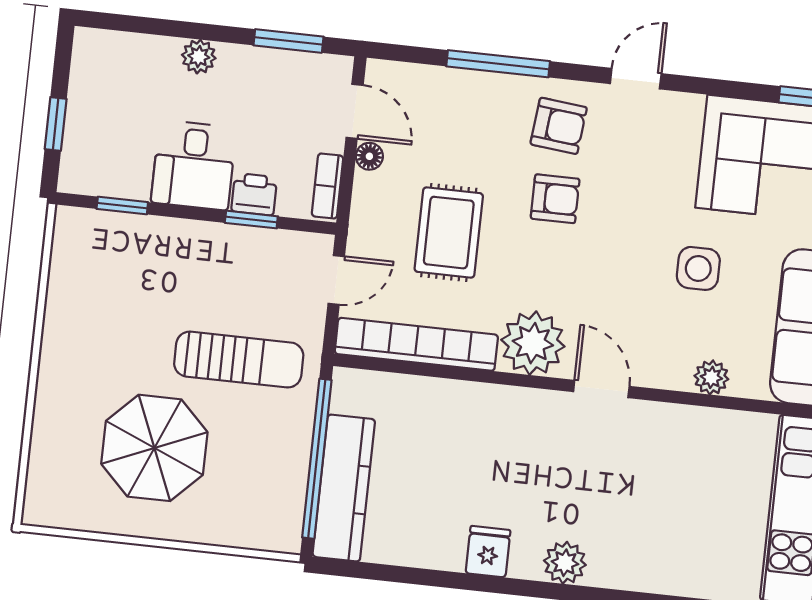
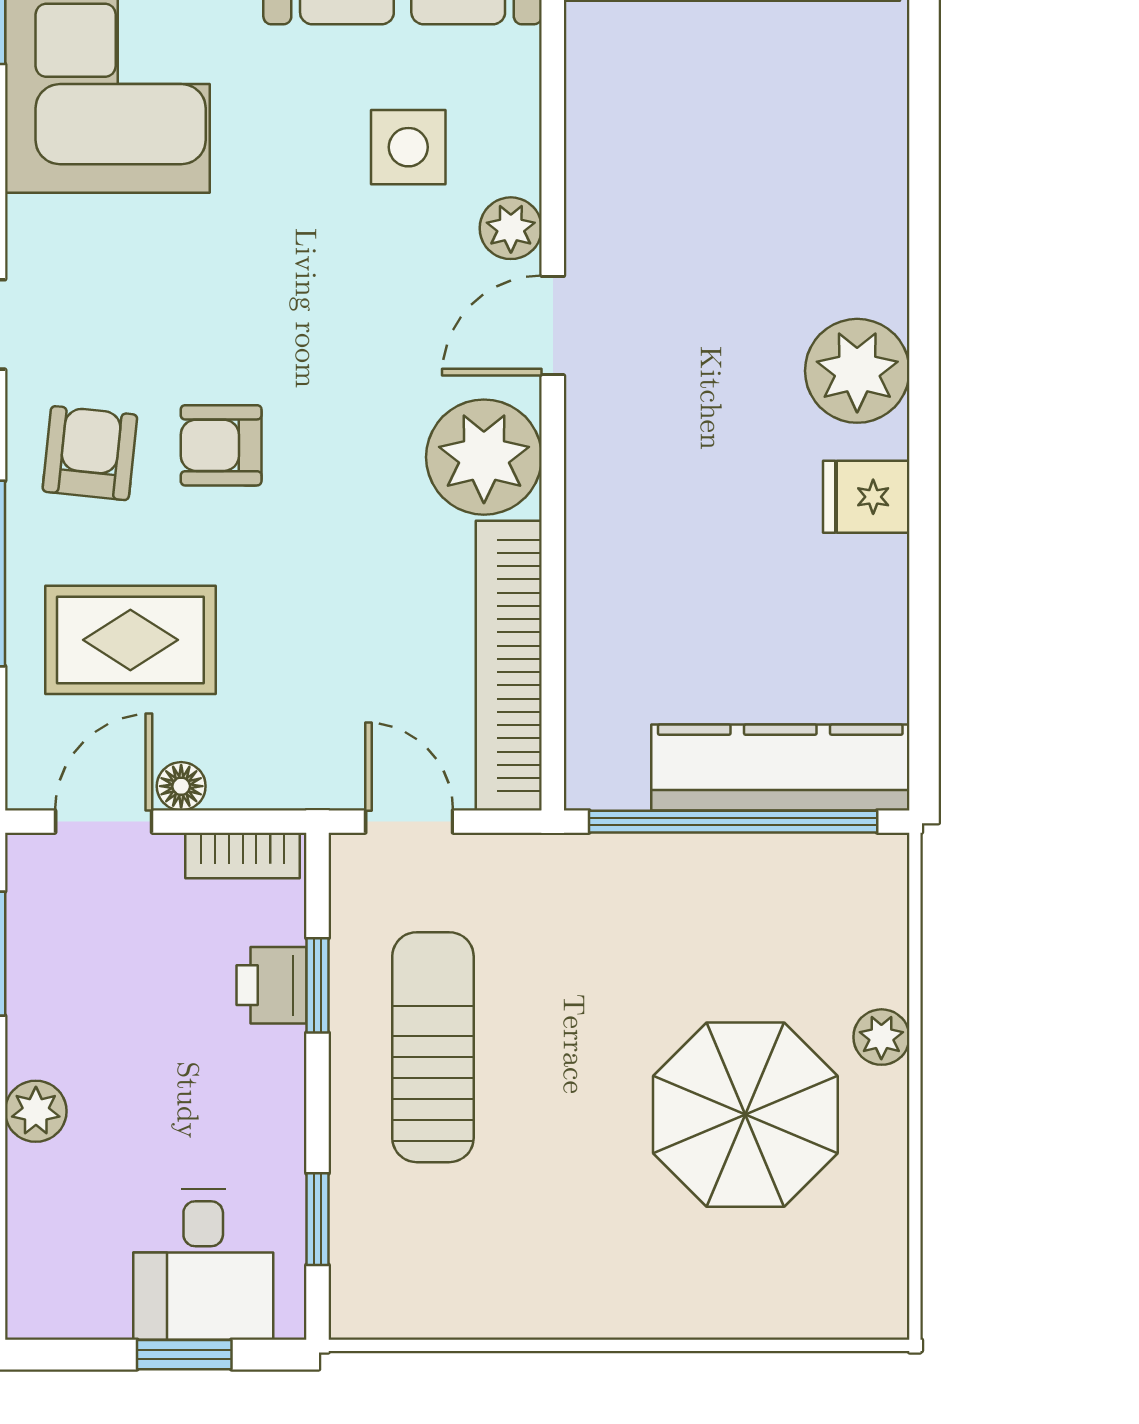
desk: (194, 165) -> (203, 1264), moved, turned 90
armchair: (555, 199) -> (221, 445), turned -90
rug: (449, 233) -> (130, 640), moved
side table: (698, 268) -> (408, 147), moved
sun lounger: (239, 360) -> (433, 1047), moved
plant: (711, 377) -> (511, 228), moved
plant: (189, 528) -> (881, 1037), added
plant: (565, 563) -> (857, 371), width x1.36, depth x1.36

